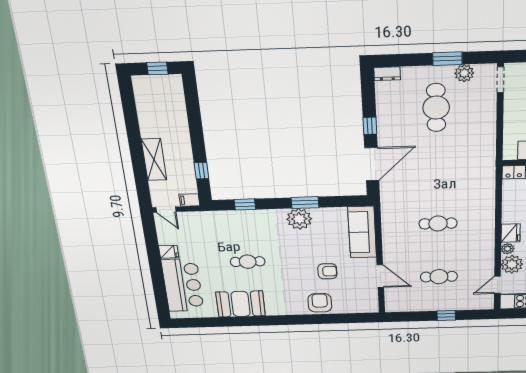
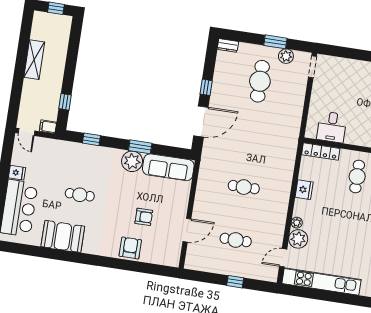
shelving: (154, 160) -> (34, 60), moved
sofa: (362, 232) -> (168, 167), moved, turned -90
fridge: (511, 233) -> (304, 190), moved
door: (380, 276) -> (187, 230), hinge flipped

